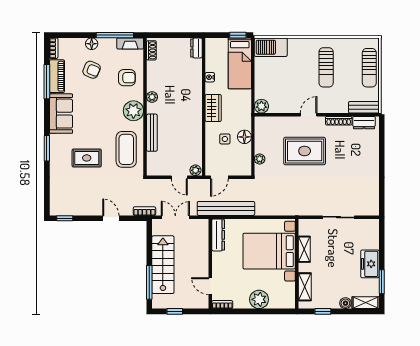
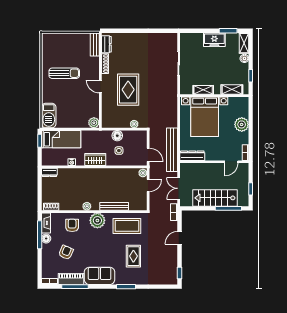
floor lamp: (92, 44) -> (46, 238), moved
sun lounger: (369, 68) -> (64, 40), removed

